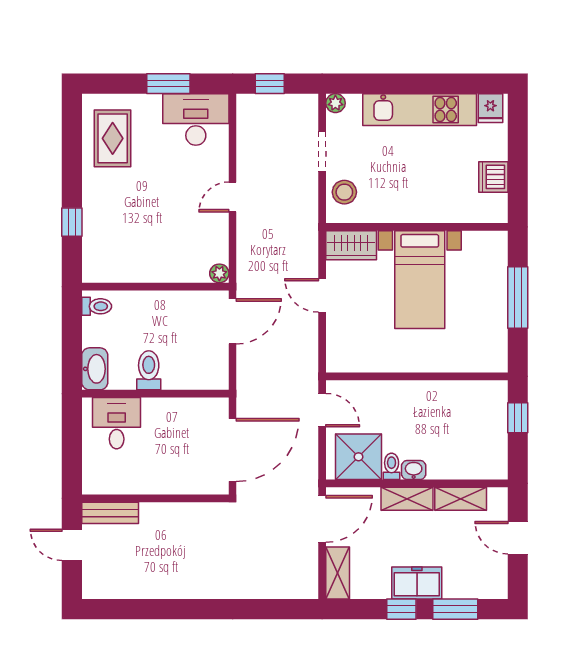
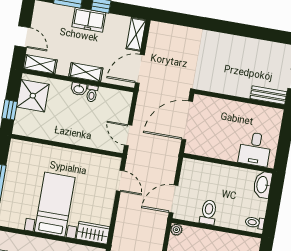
door: (322, 295) -> (120, 181), moved
toilet: (149, 370) -> (208, 212), moved, turned 180
shower: (359, 457) -> (33, 96), moved
shelving: (461, 499) -> (40, 64), moved

